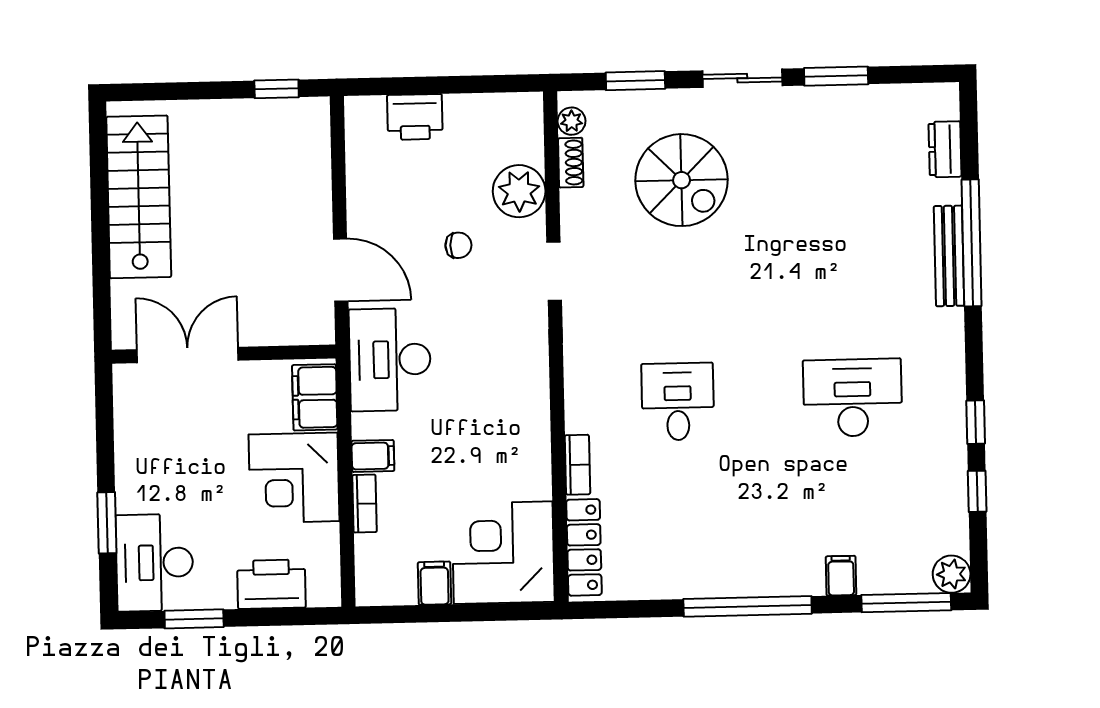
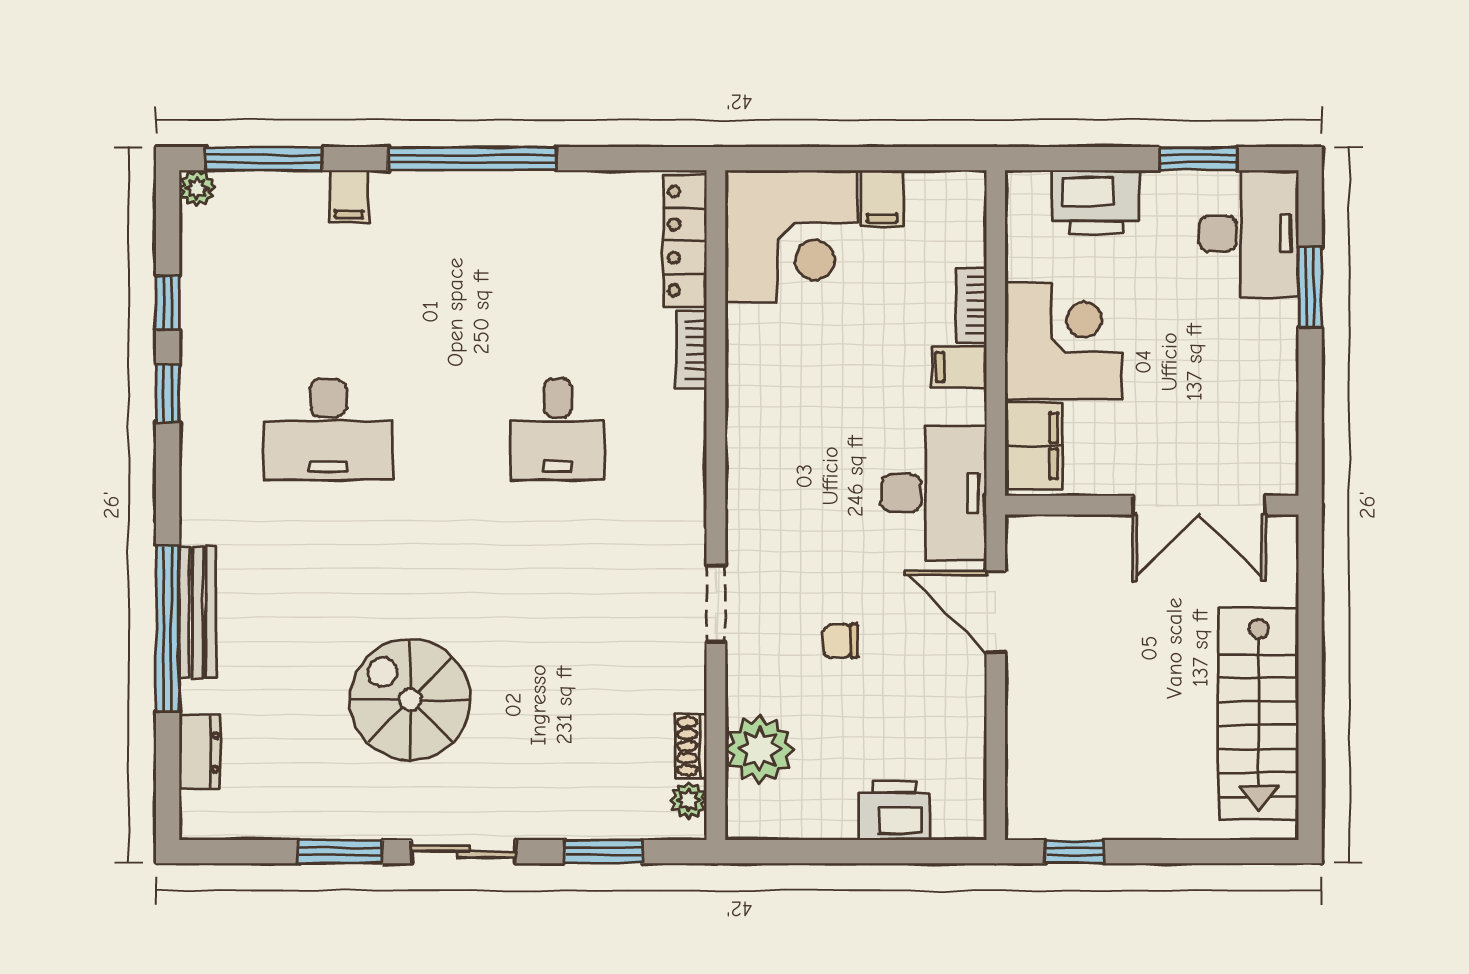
spiral stairs: (682, 180) -> (410, 700), moved
plant: (519, 191) -> (759, 749), moved
plant: (952, 574) -> (197, 188), width x0.73, depth x0.73

